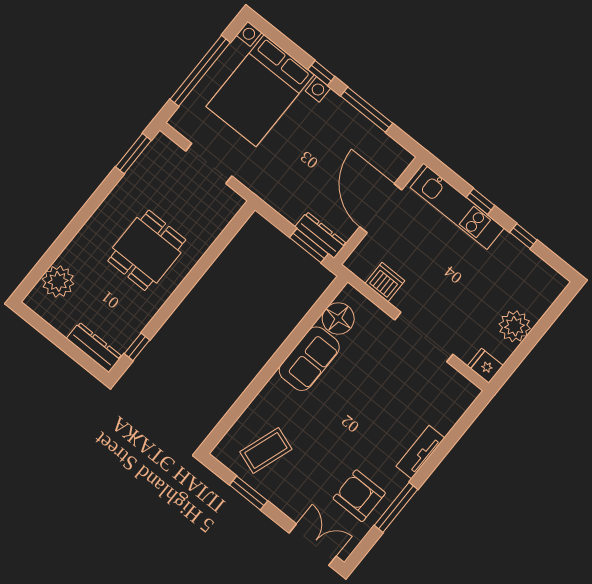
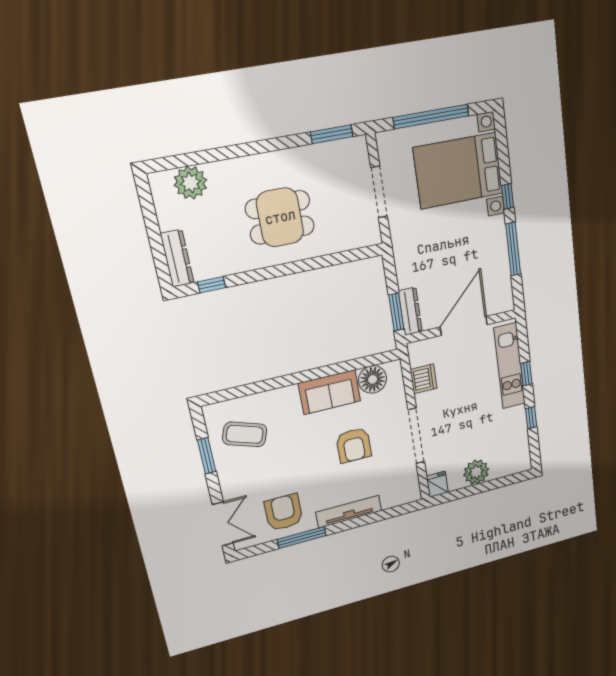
armchair: (372, 389) -> (354, 445), added
tv unit: (420, 452) -> (349, 511), width x1.41

